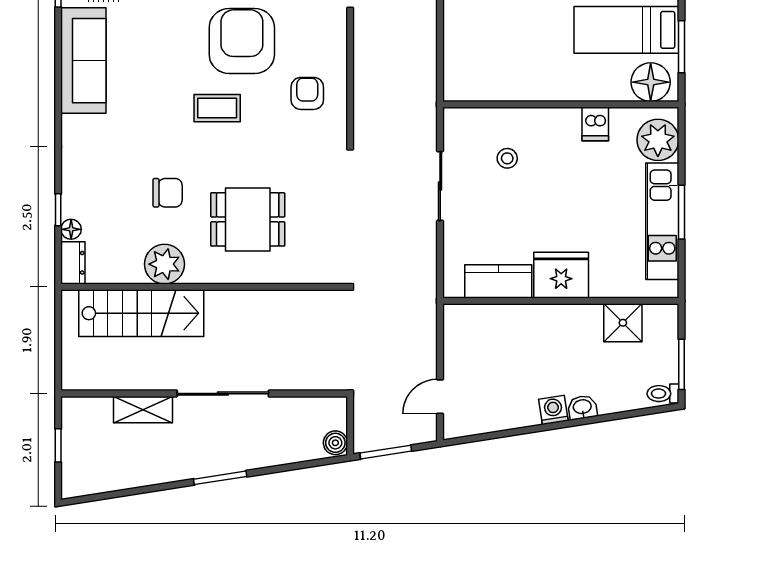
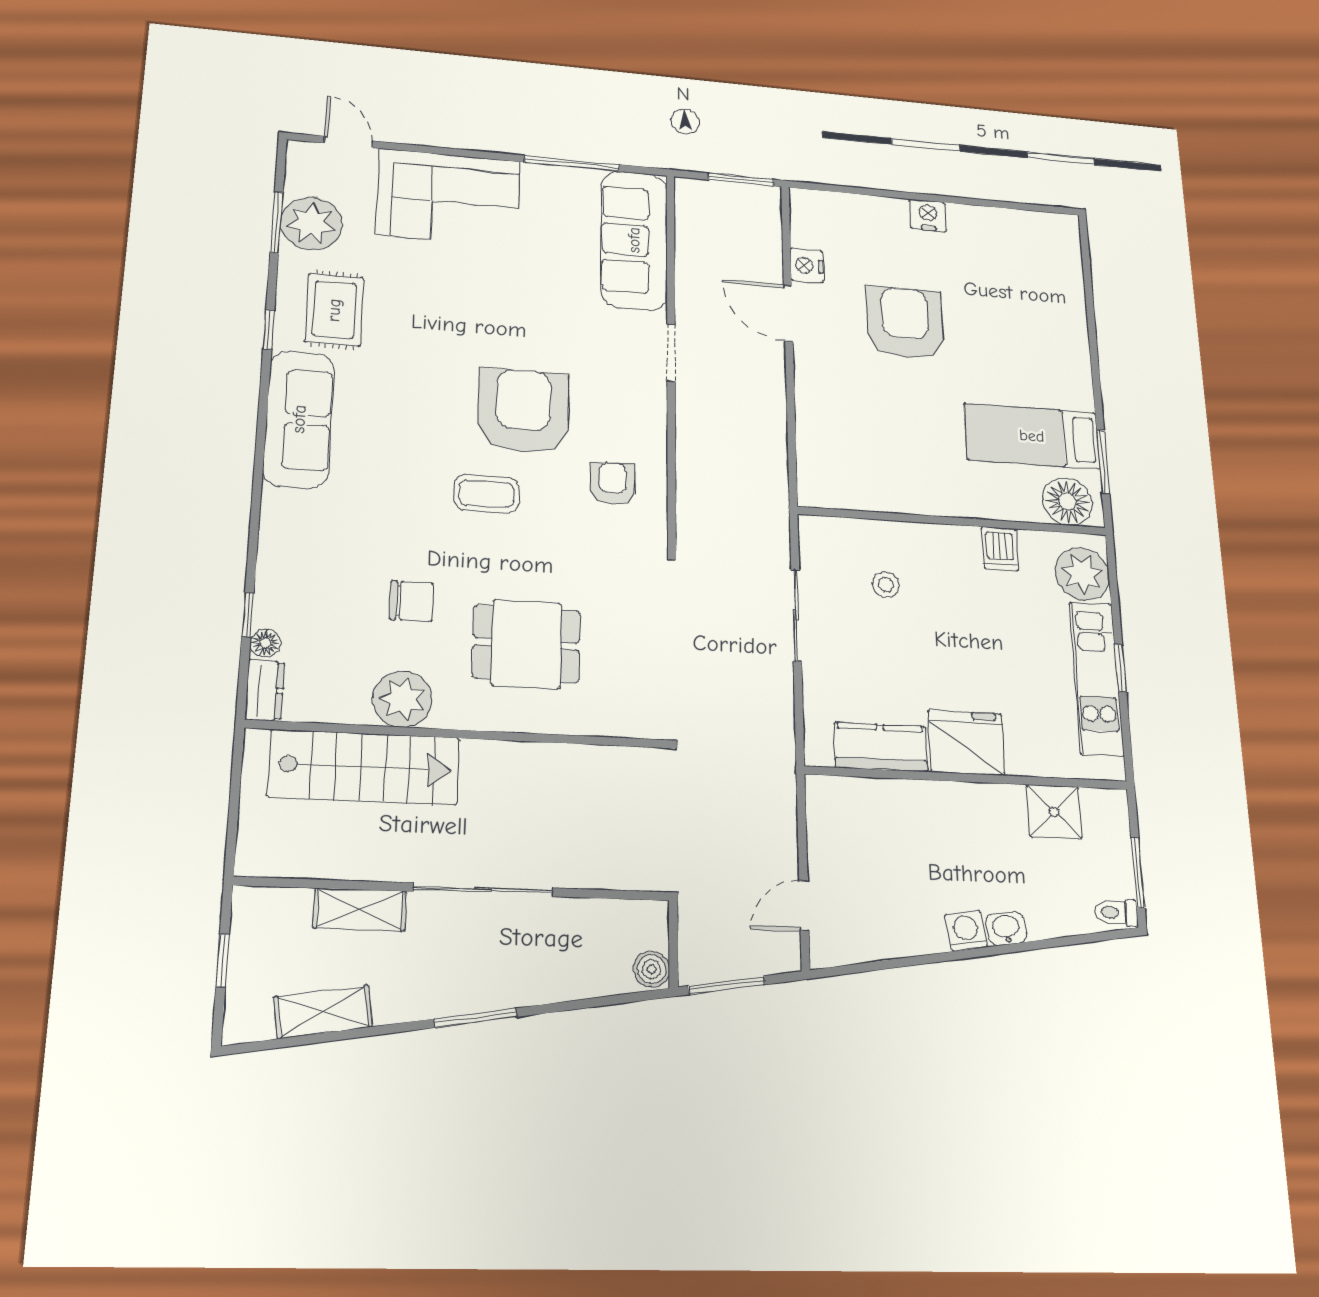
window: (681, 212) -> (1121, 668), width x0.67
shelving: (123, 477) -> (323, 1012), added

